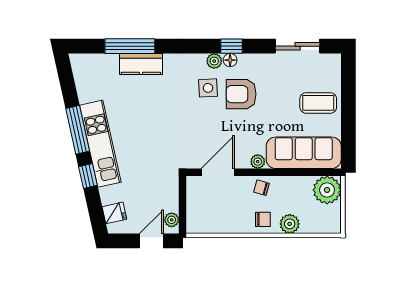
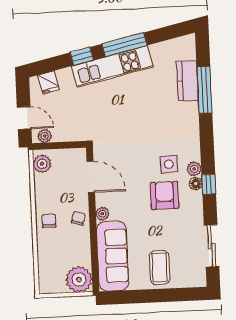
kitchen counter: (141, 64) -> (187, 81), moved
chair: (263, 219) -> (49, 221), turned 180
plant: (290, 224) -> (42, 164), moved

